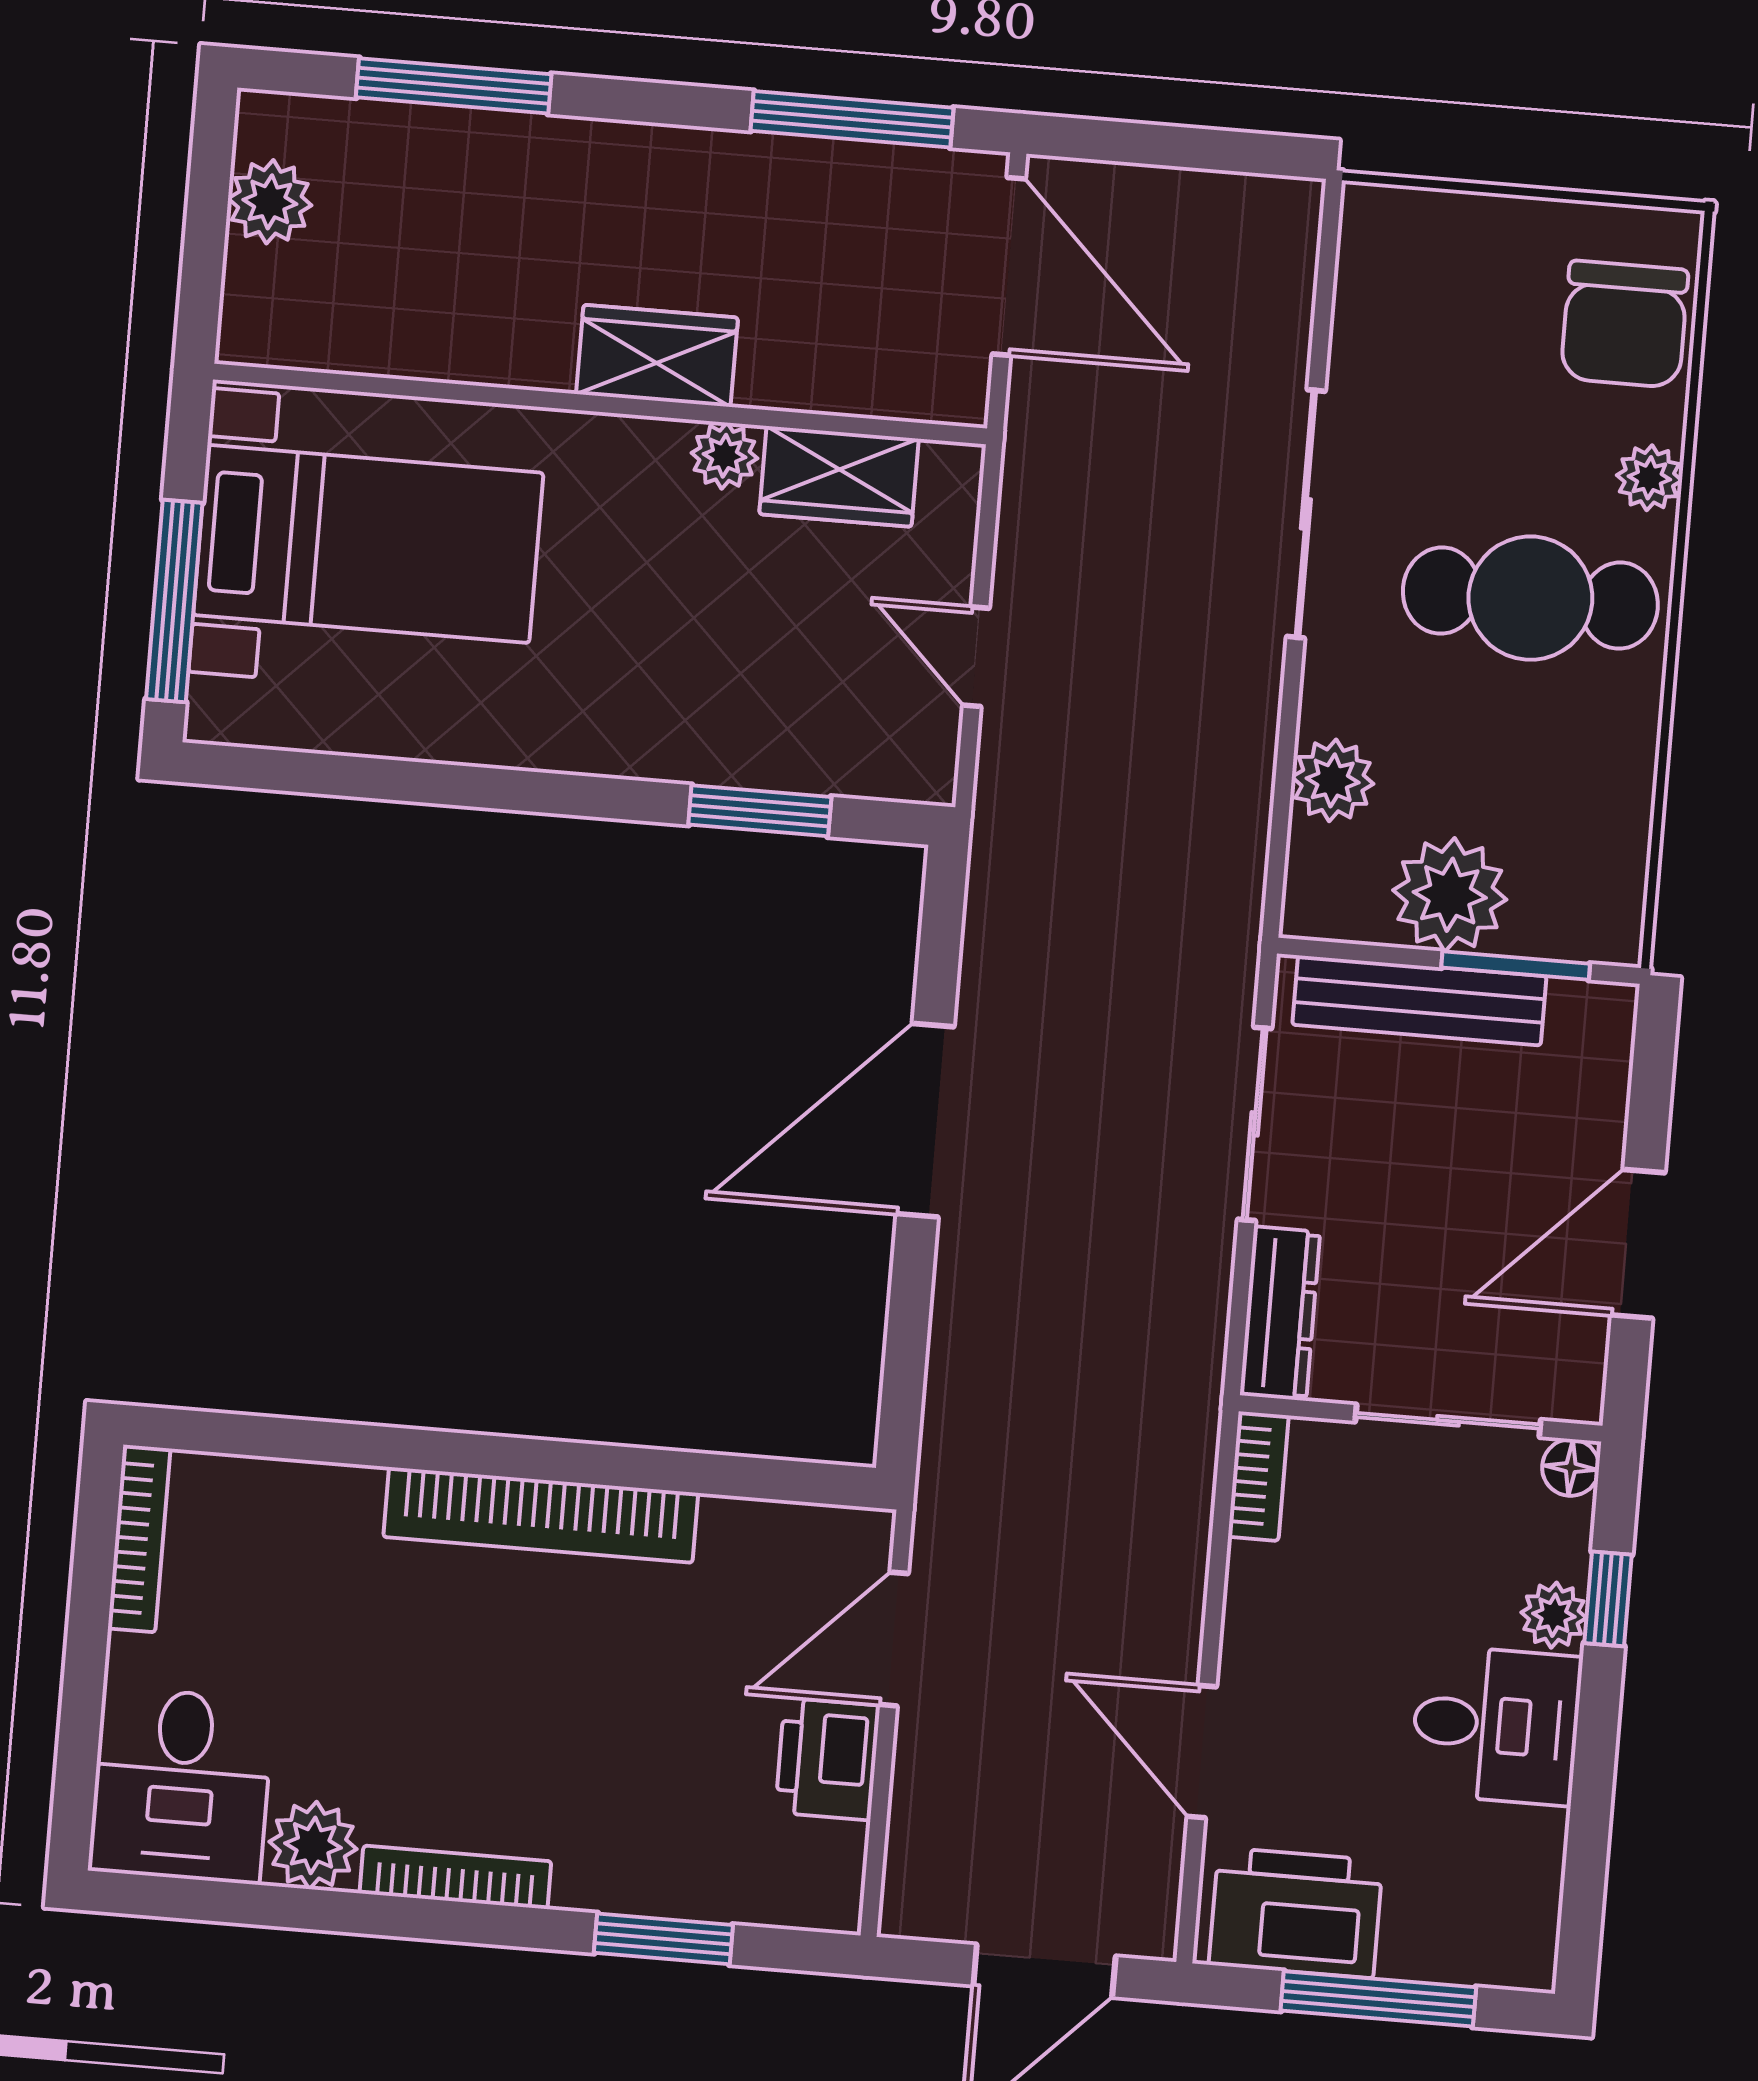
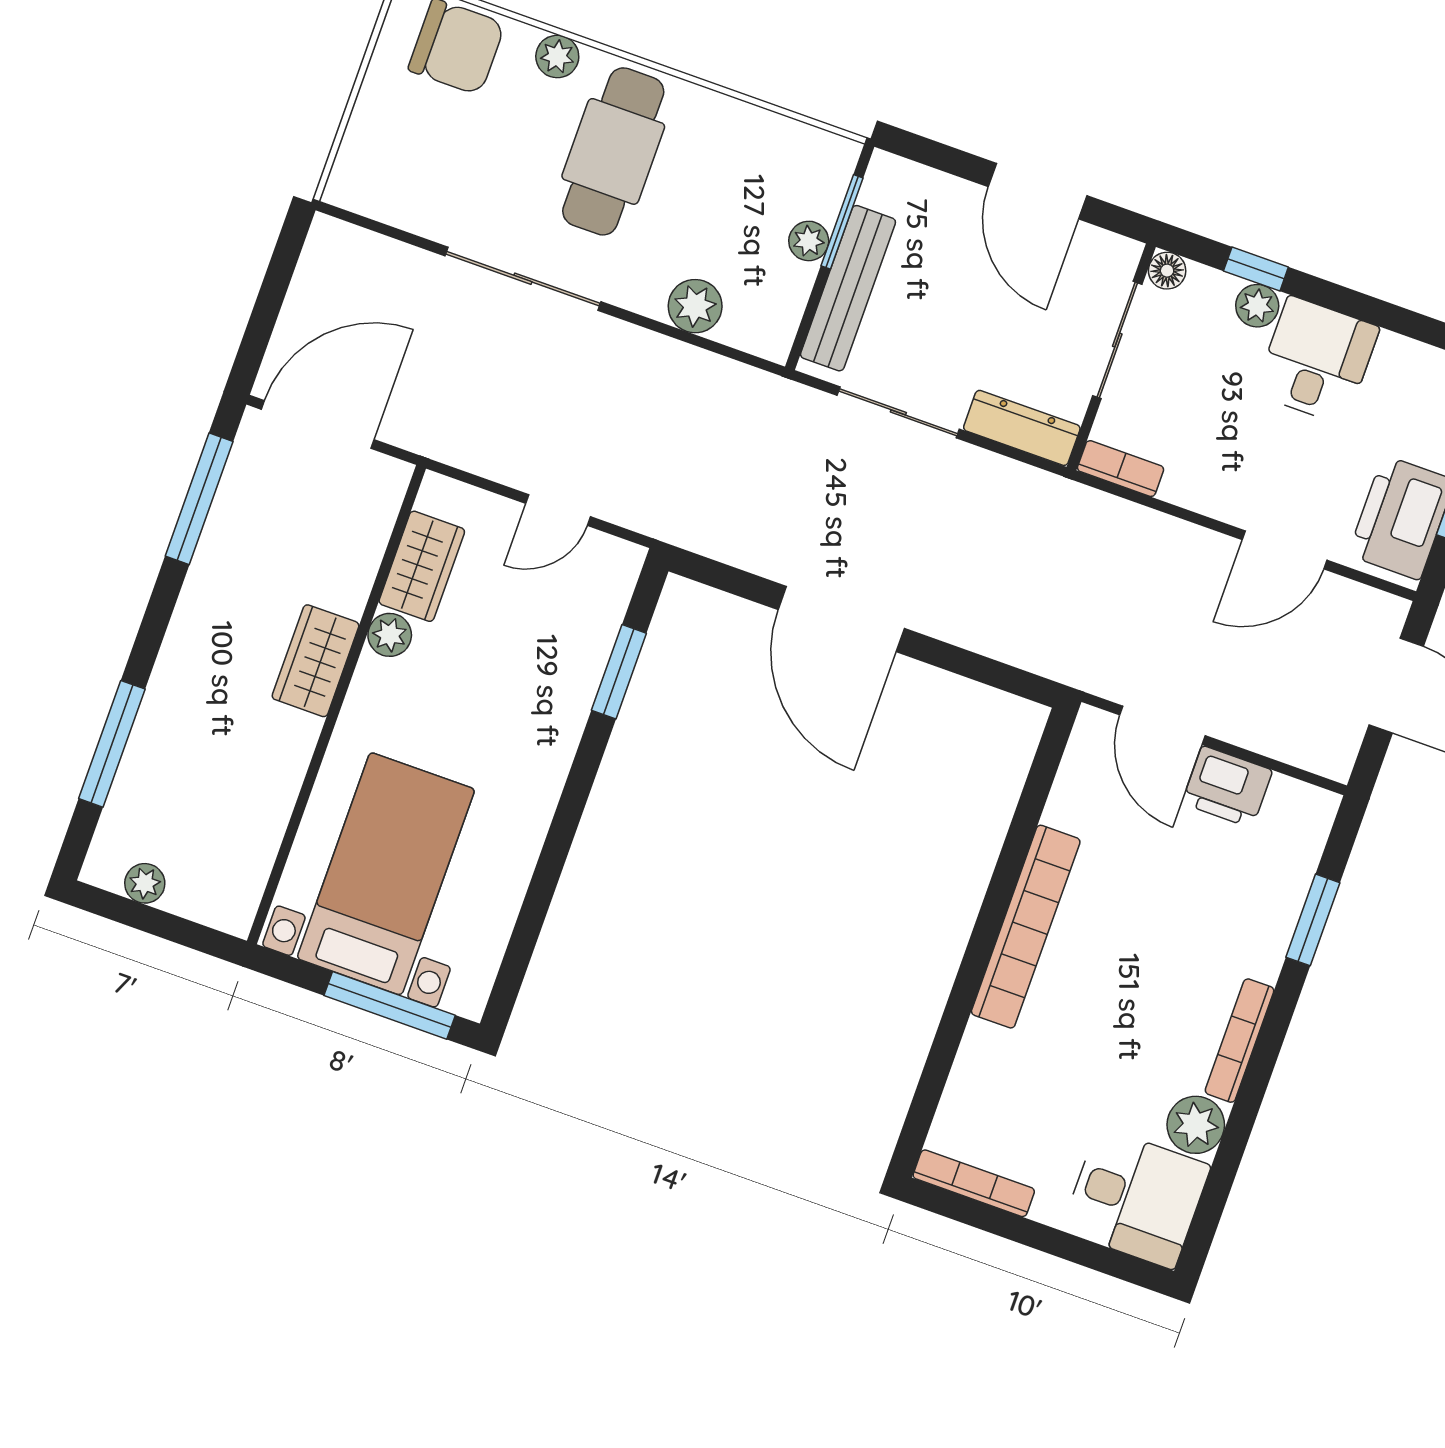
plant: (270, 202) -> (145, 883), width x0.73, depth x0.73
plant: (1450, 895) -> (809, 241), width x0.53, depth x0.53

